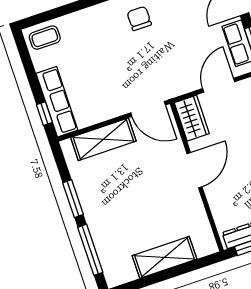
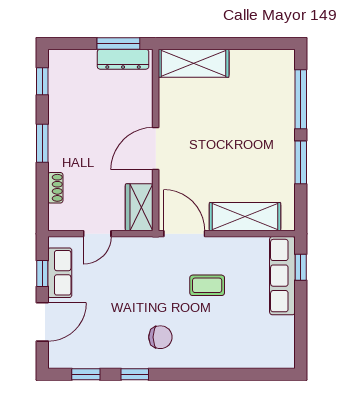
chair: (139, 18) -> (160, 337), turned -90
coffee table: (45, 38) -> (207, 285), moved
door: (219, 85) -> (97, 234), width x0.73
shelving: (164, 257) -> (194, 63), moved

